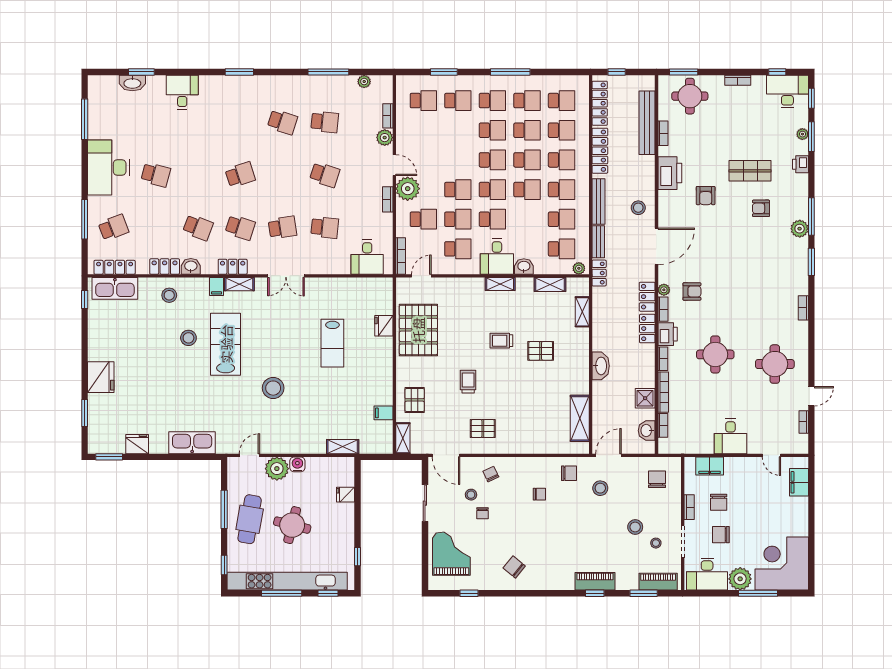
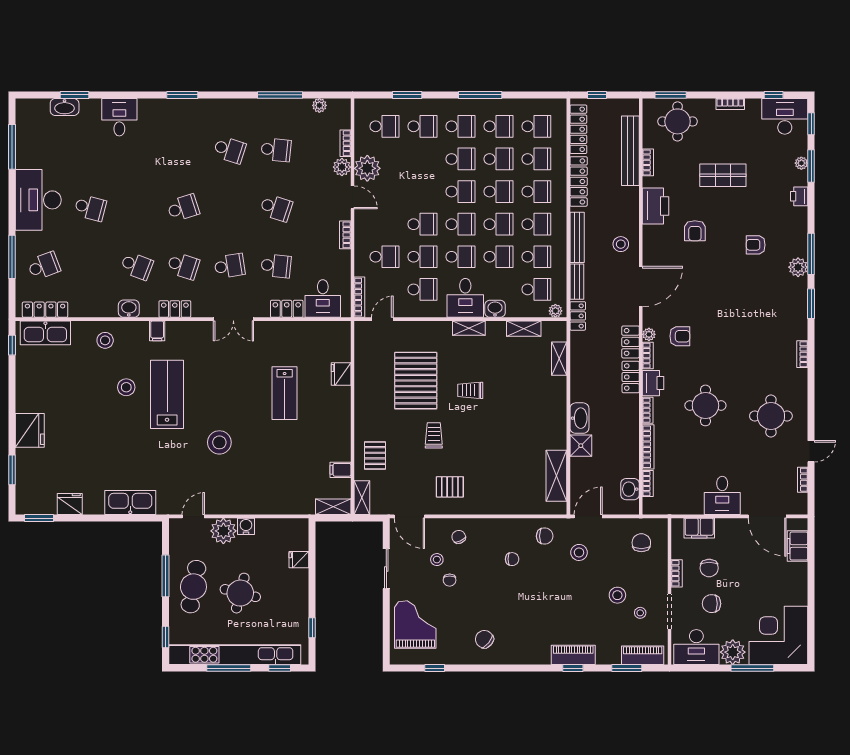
shop shelf: (750, 171) -> (723, 175), moved
plant: (408, 189) -> (367, 168), moved
school desk: (527, 219) -> (498, 257), added
locker: (165, 267) -> (287, 309), moved
shelving: (239, 284) -> (182, 328), removed
pallet: (418, 330) -> (416, 381), moved
pallet: (541, 351) -> (514, 401), removed
shower: (645, 398) -> (581, 446), moved
shelving: (343, 447) -> (333, 507), moved
door: (771, 455) -> (767, 516), width x1.87

